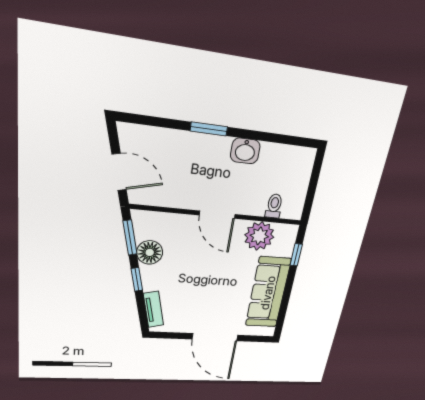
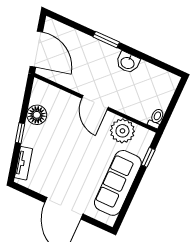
door: (119, 172) -> (36, 49), width x1.36
toilet: (274, 206) -> (156, 118), moved
window: (130, 238) -> (27, 98), removed

